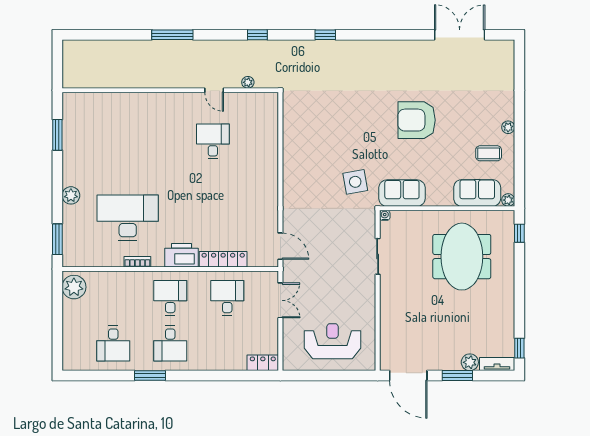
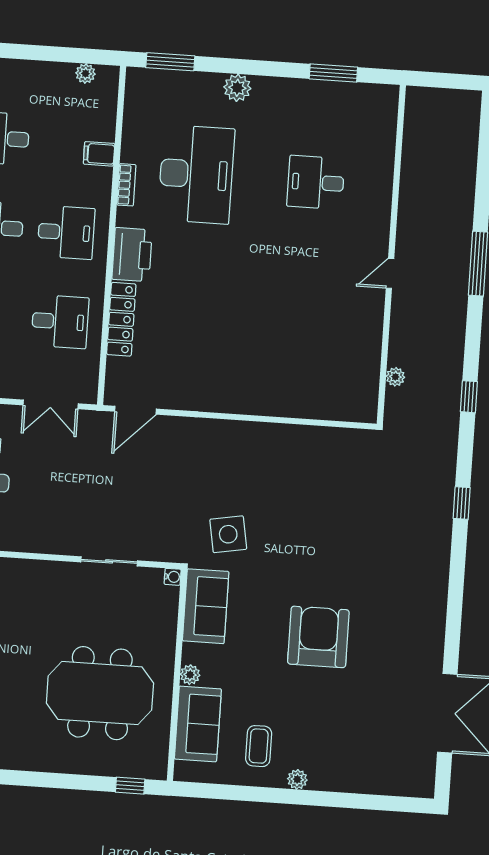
door: (214, 90) -> (390, 273), moved
desk: (213, 141) -> (316, 182), moved, turned 180
plant: (508, 200) -> (190, 675), moved
filing cabinet: (119, 280) -> (99, 154), added
plant: (74, 287) -> (85, 74), width x0.53, depth x0.53

